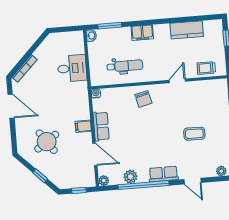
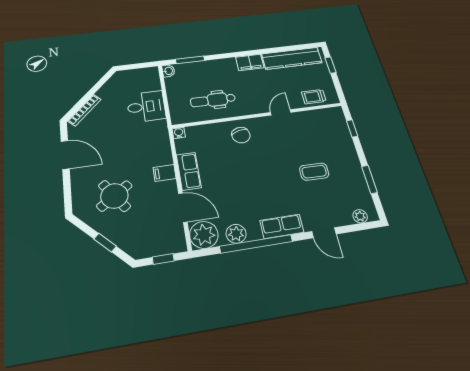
kitchen counter: (187, 30) -> (292, 58), width x1.50
filing cabinet: (142, 33) -> (250, 62), moved
dental chair: (125, 66) -> (213, 100), turned 180
plant: (104, 181) -> (204, 235), width x1.88, depth x1.88

